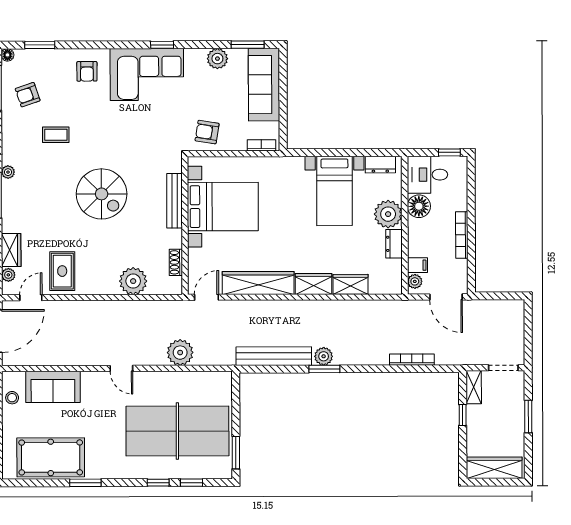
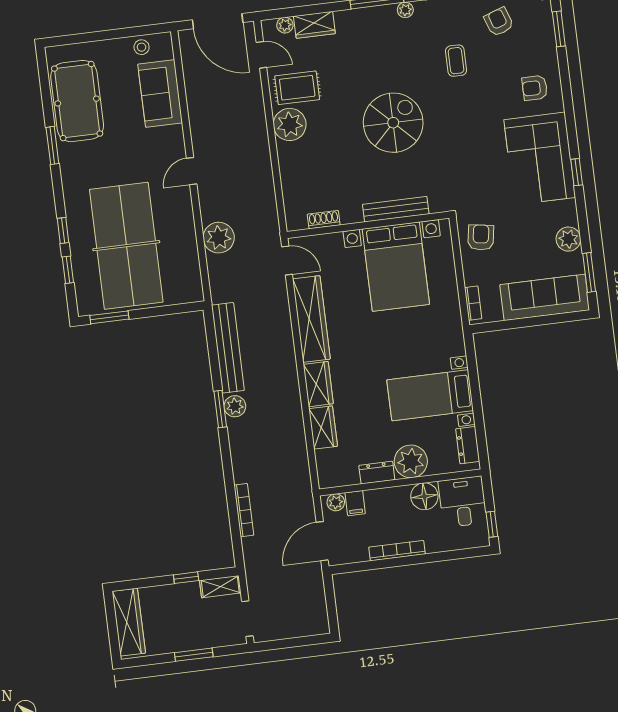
spiral stairs: (102, 194) -> (393, 123), turned 180
plant: (133, 281) -> (290, 124), moved

